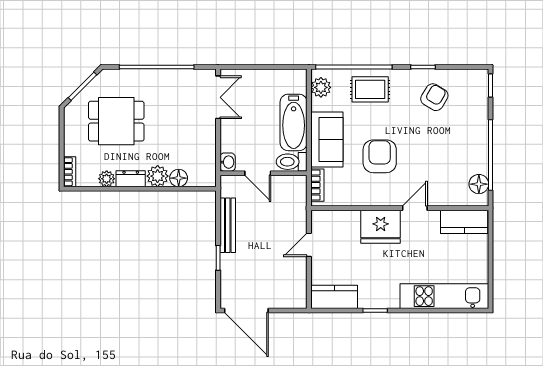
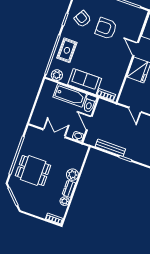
double door: (218, 97) -> (54, 133), moved
dining table: (116, 121) -> (33, 171), moved, turned 90
armchair: (380, 156) -> (106, 28), moved
door: (258, 173) -> (89, 123), swing flipped
floor lamp: (179, 178) -> (77, 164), removed
floor lamp: (479, 184) -> (135, 12), removed

